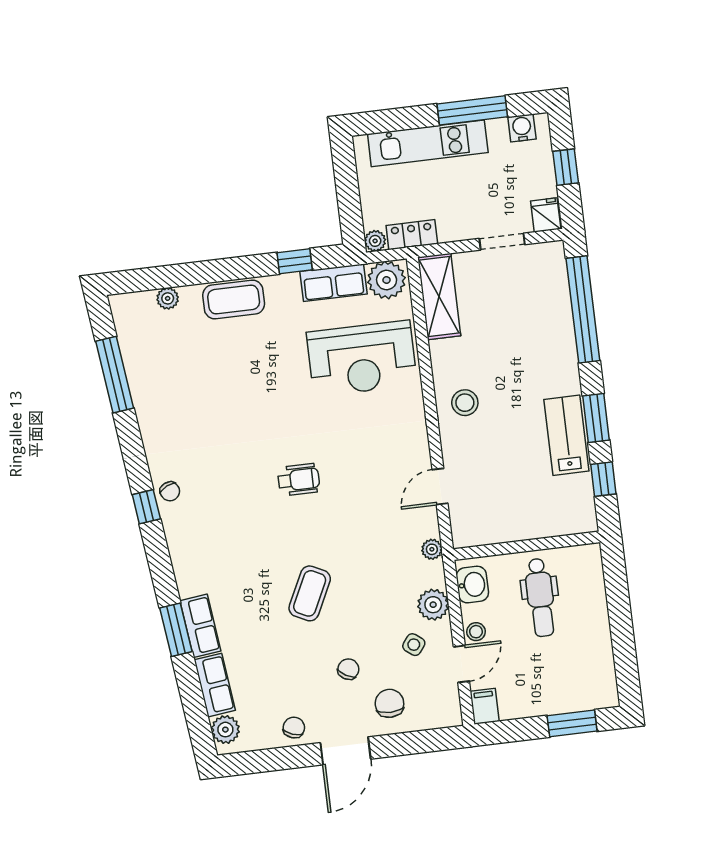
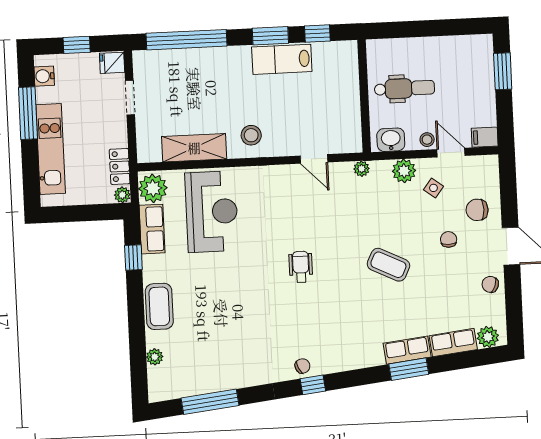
shelving: (439, 296) -> (194, 148), moved
chair: (348, 669) -> (449, 239), turned 60

